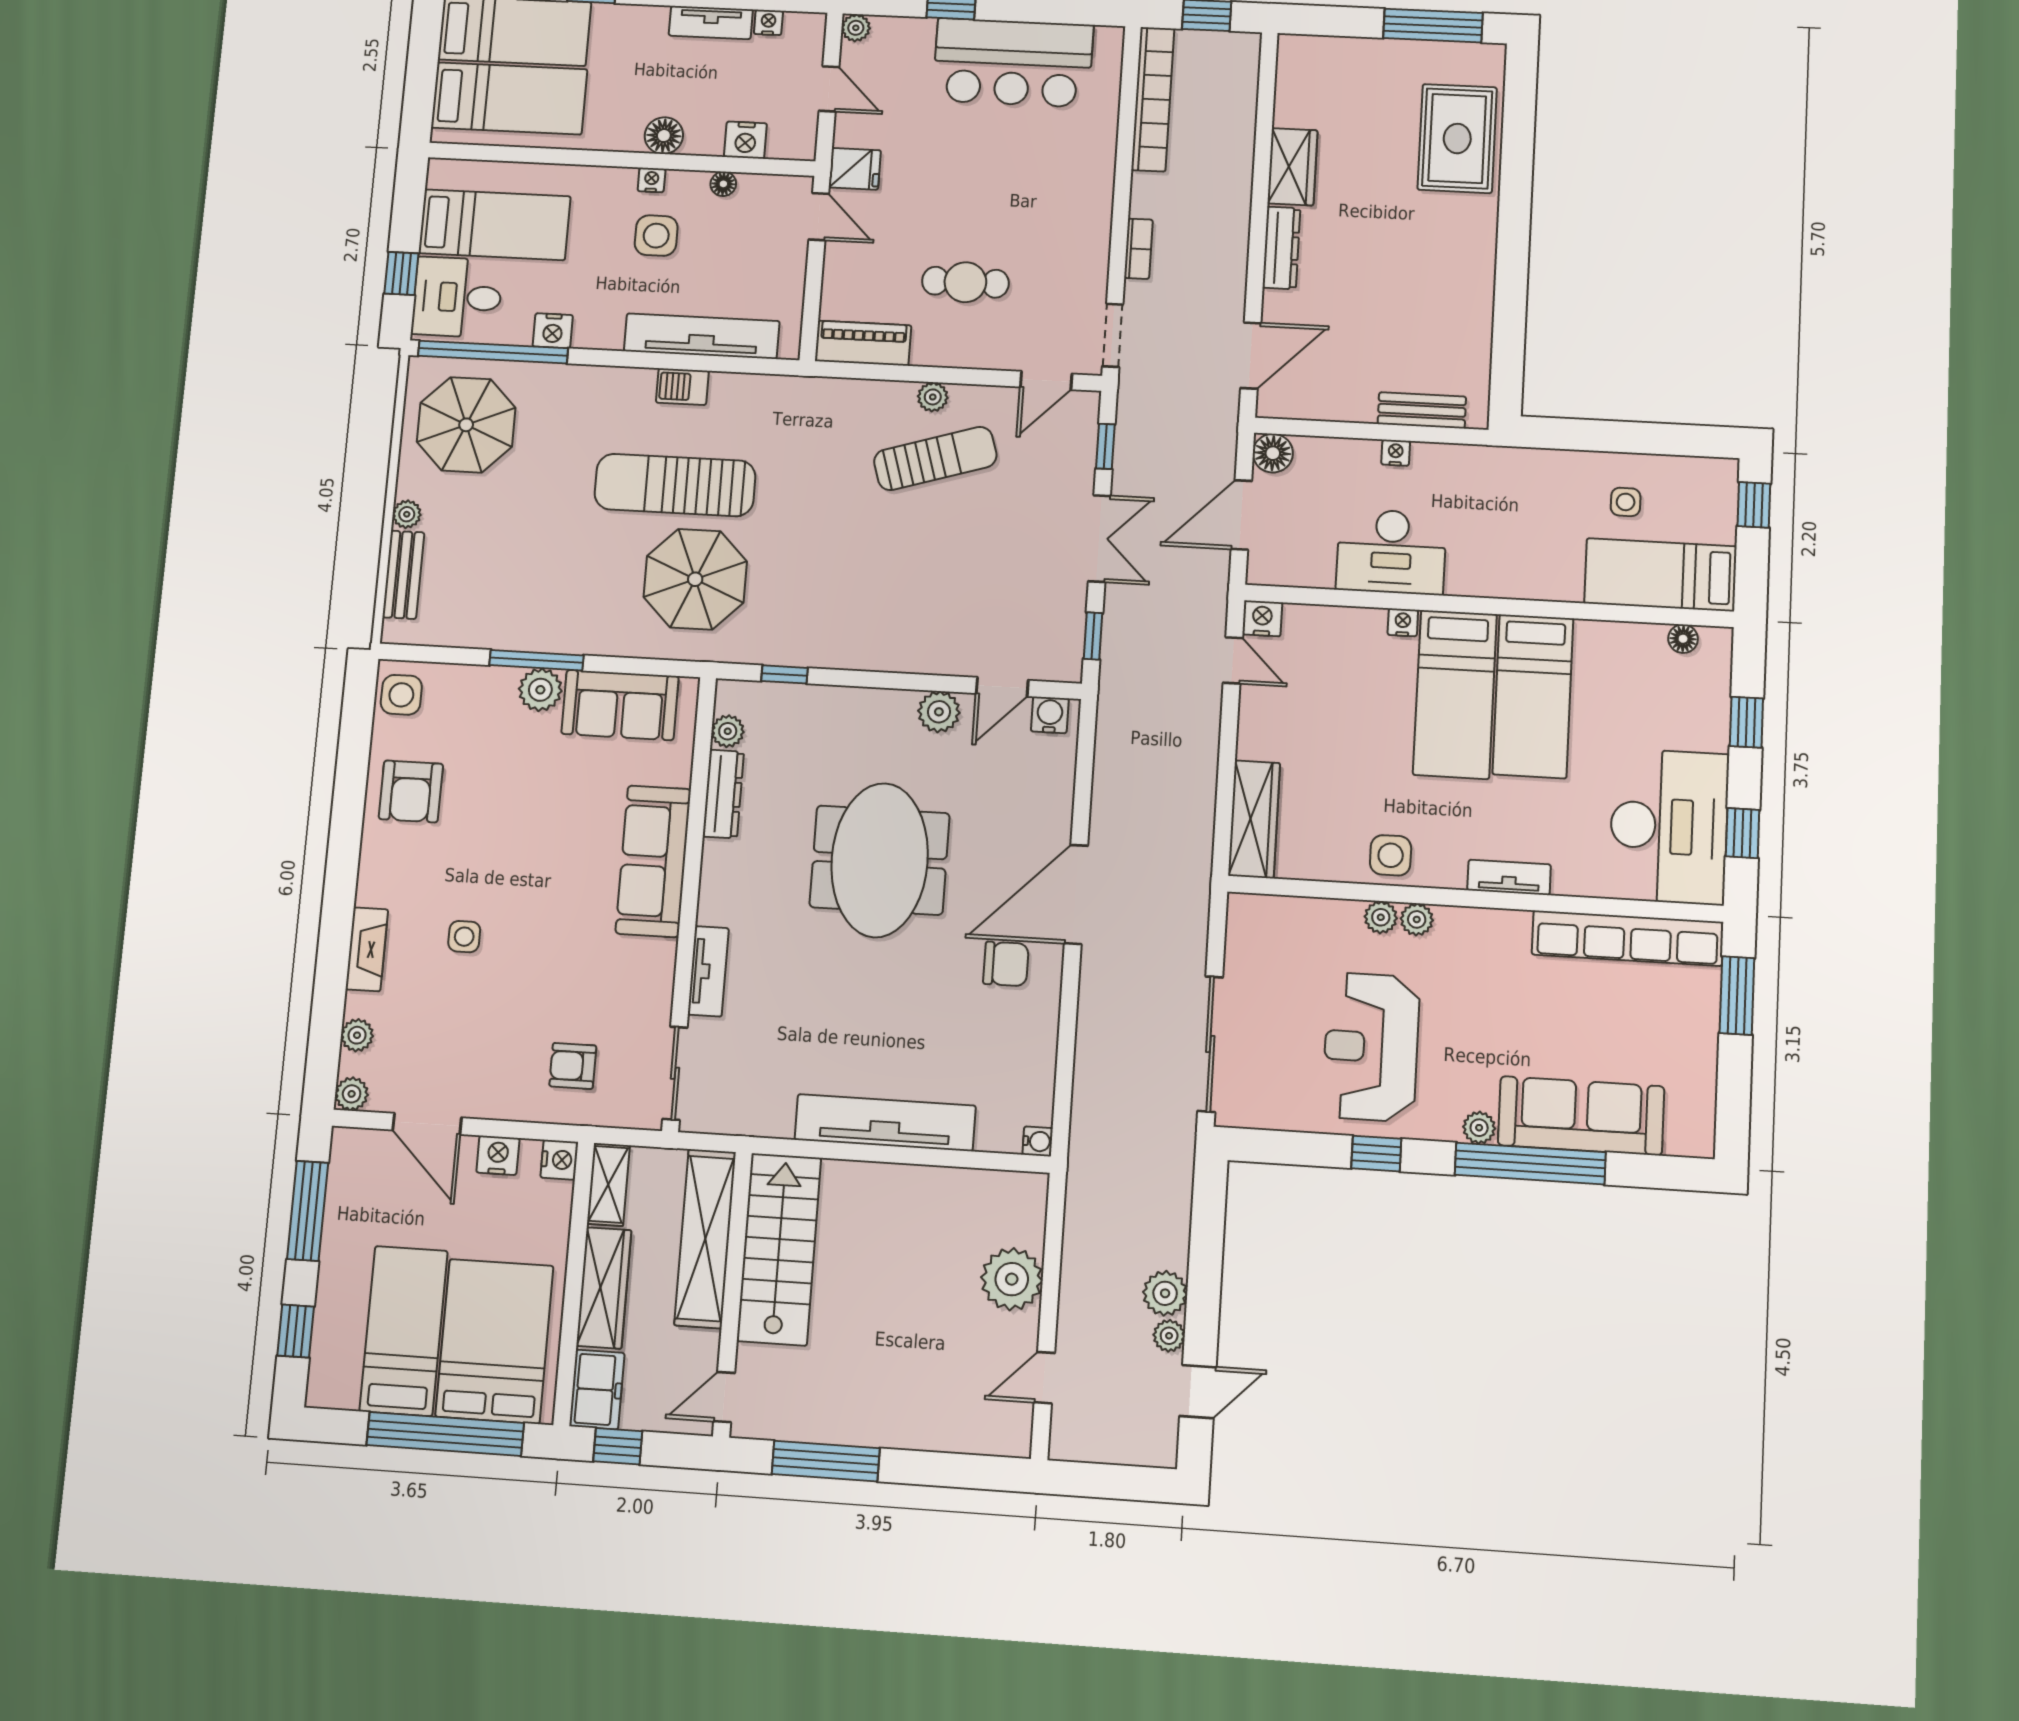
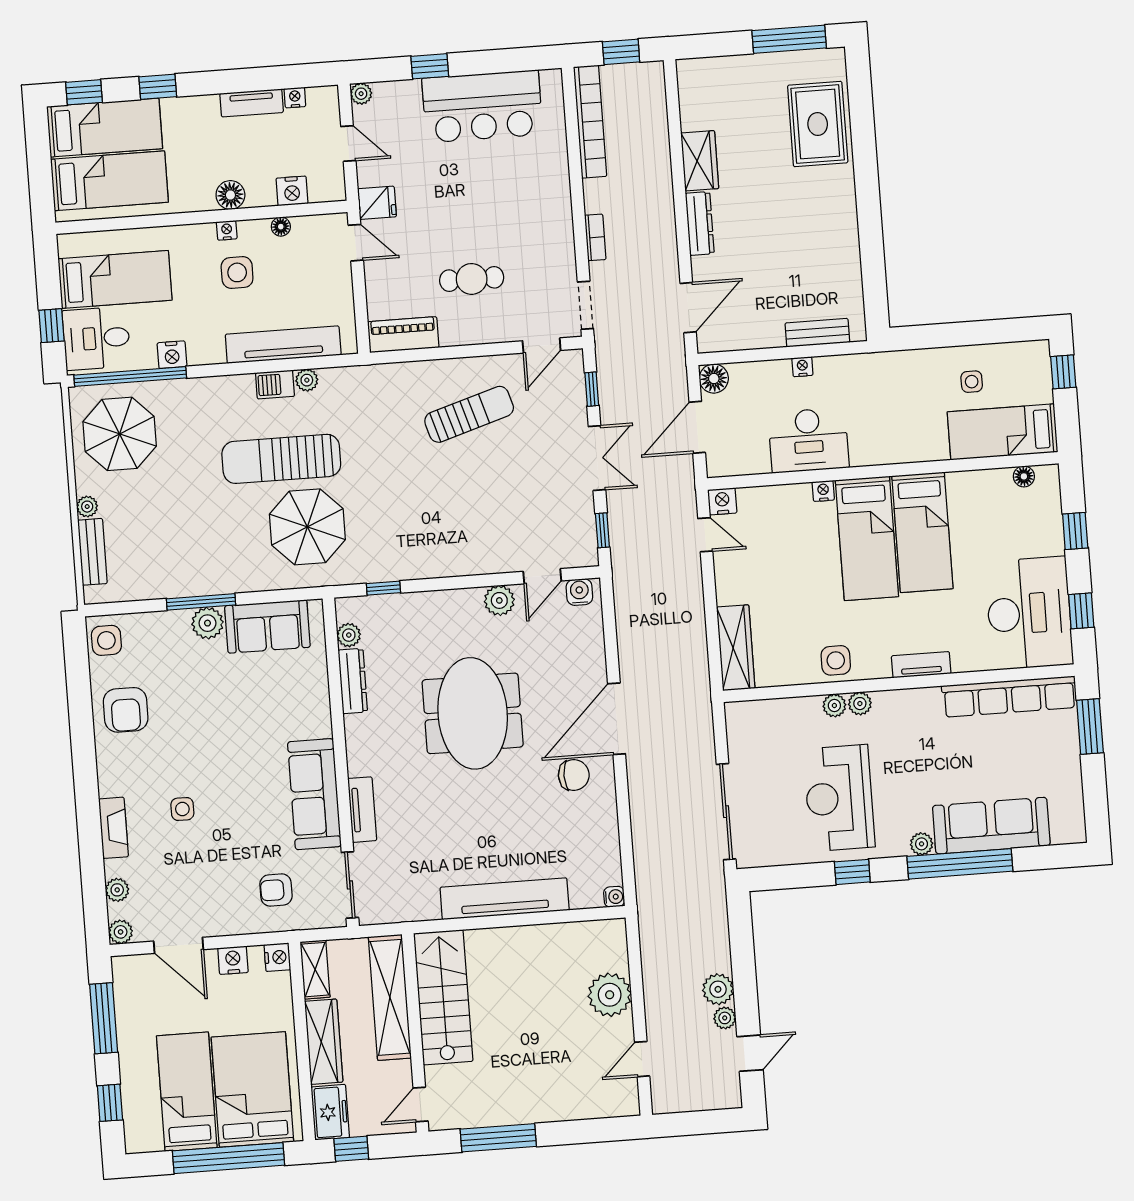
plant: (933, 397) -> (307, 380), moved
sofa: (653, 861) -> (314, 794), moved

